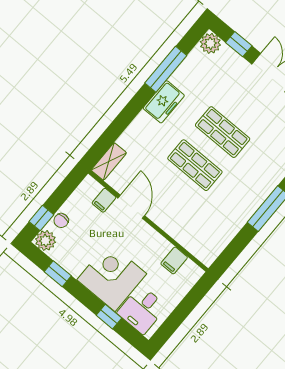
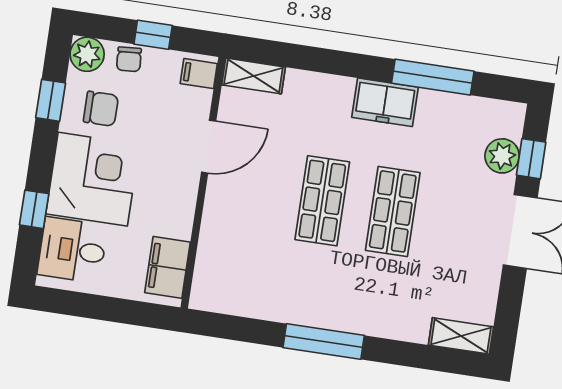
plant: (210, 43) -> (502, 156), moved
filing cabinet: (104, 200) -> (199, 74), moved
window: (41, 218) -> (153, 35), moved
chair: (61, 221) -> (129, 59), turned -94
chair: (78, 251) -> (101, 109), added
filing cabinet: (174, 260) -> (167, 267), width x2.00

